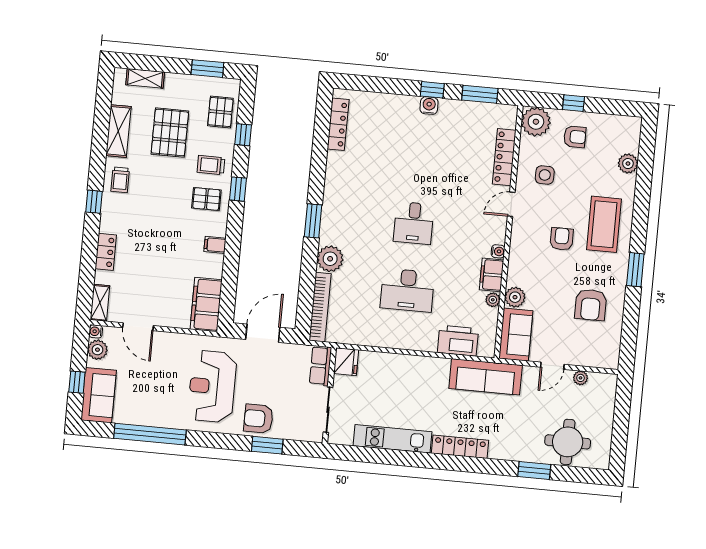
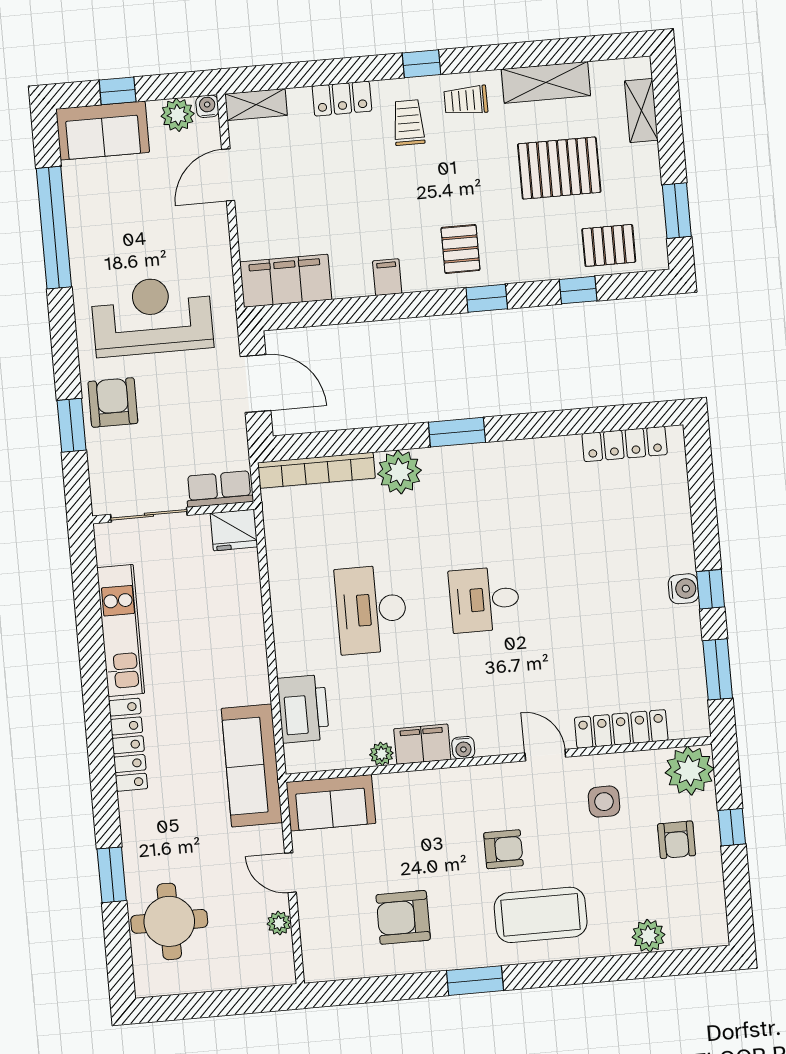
trolley: (211, 165) -> (409, 123), moved
plant: (515, 297) -> (393, 790), removed

